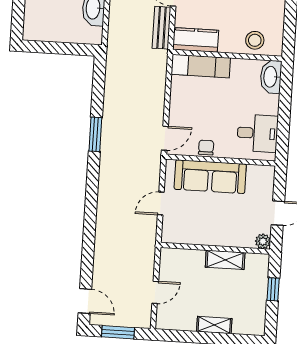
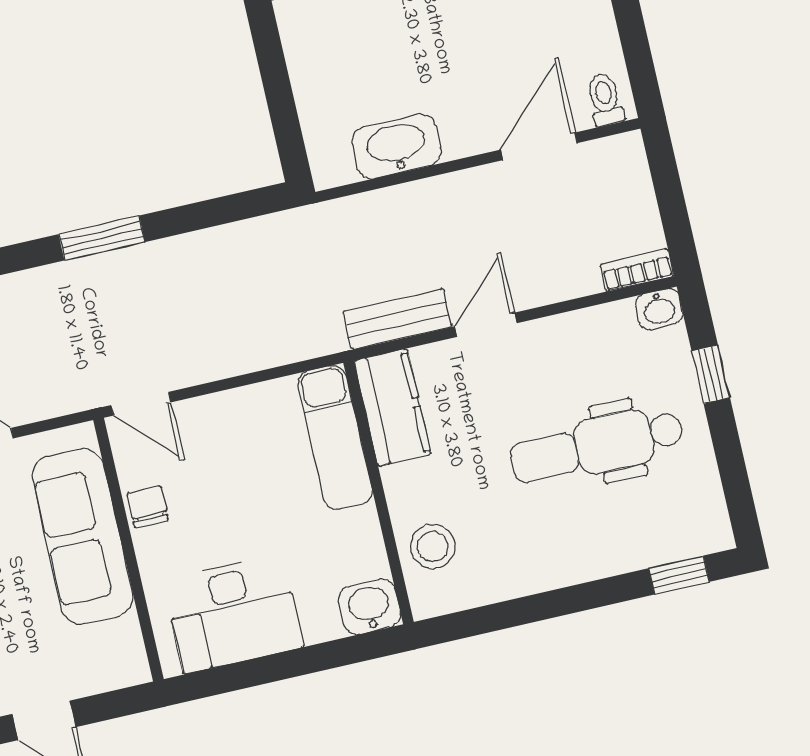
washbasin: (271, 77) -> (369, 607), width x0.72
desk: (257, 133) -> (233, 613), width x1.37
chair: (206, 147) -> (148, 507), turned -90

